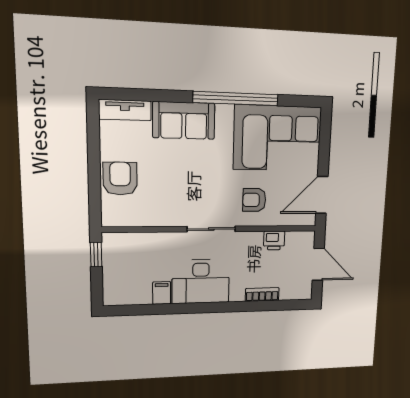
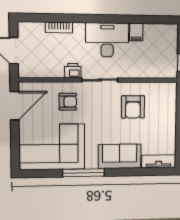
window: (236, 99) -> (83, 173), width x0.68
armchair: (120, 179) -> (133, 107), moved
printer: (274, 240) -> (73, 71), moved

